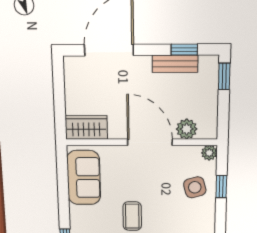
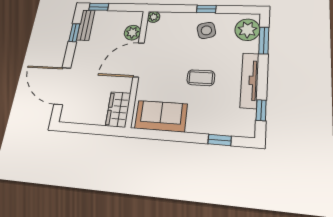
bench: (175, 64) -> (86, 25), moved
side table: (195, 187) -> (206, 30), moved
window: (221, 187) -> (206, 9), moved

